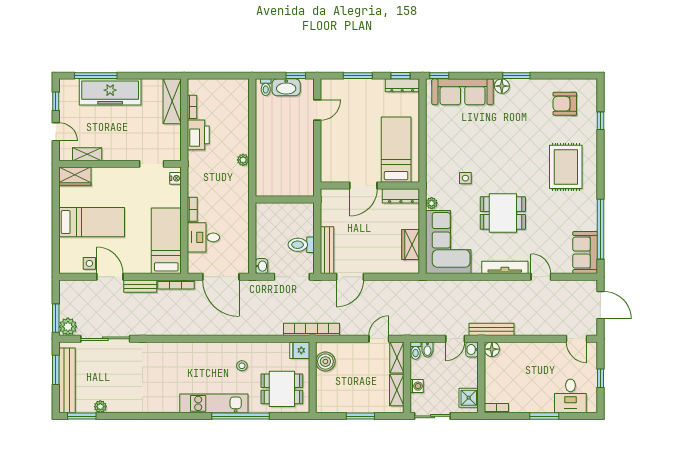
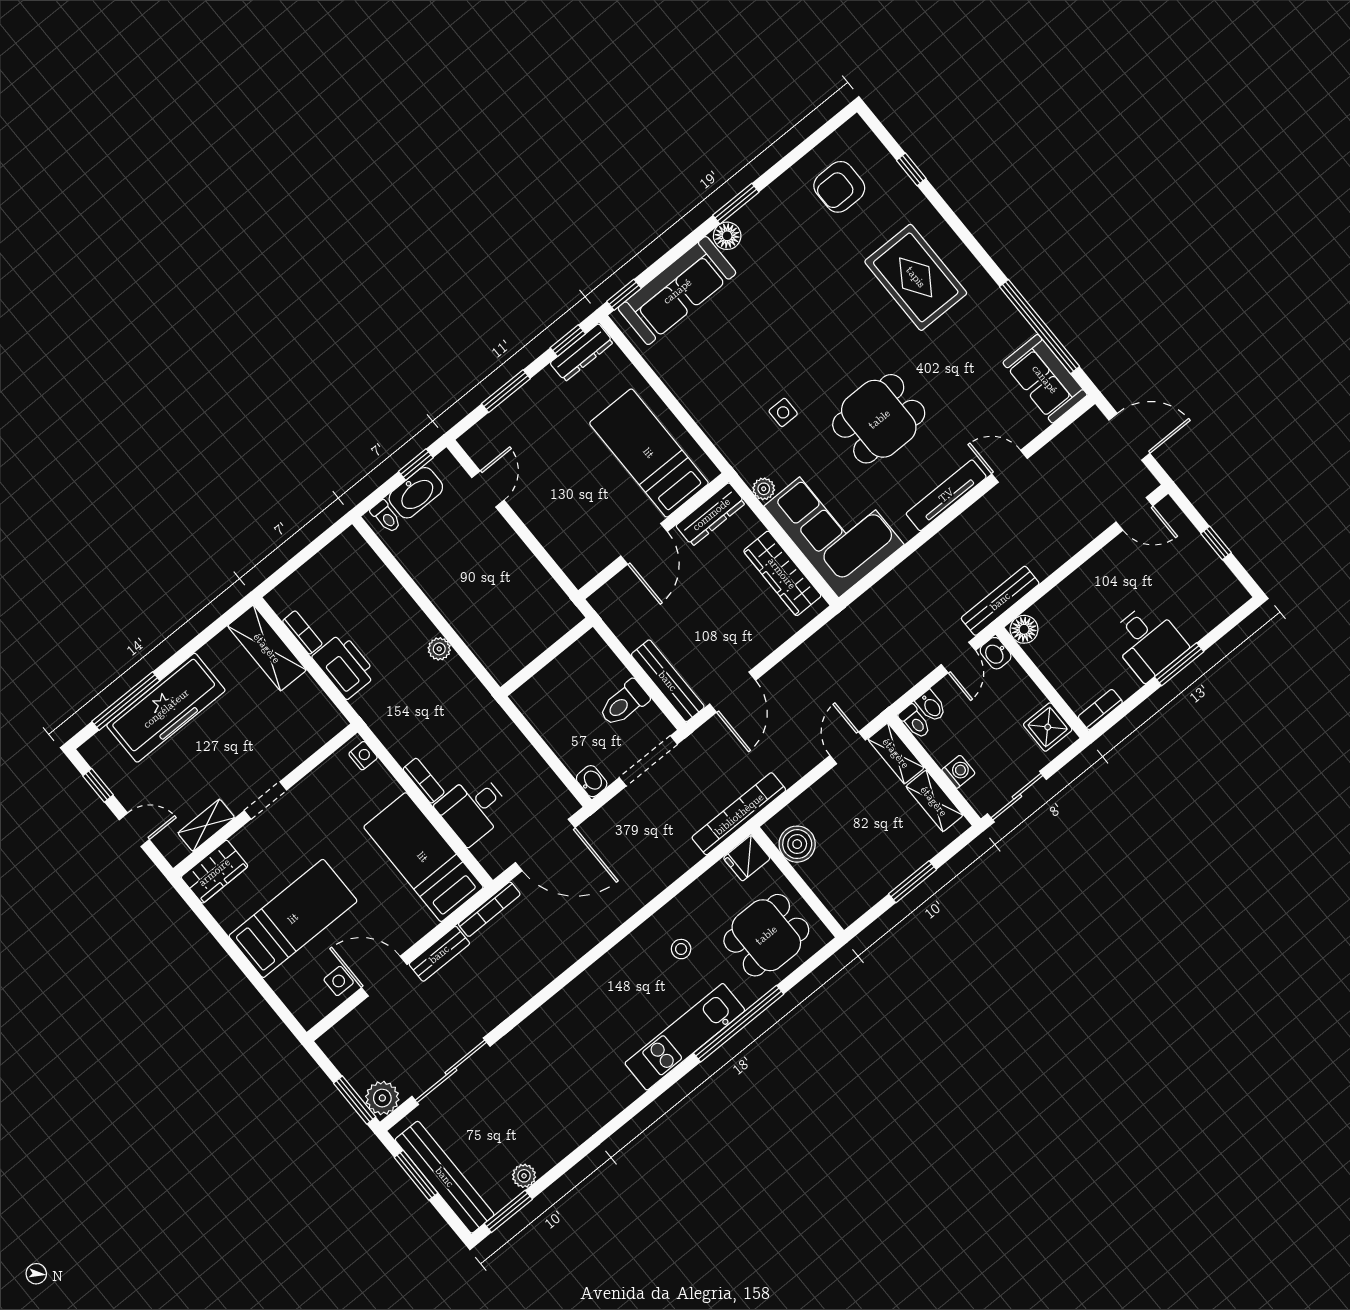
doorway: (152, 164) -> (265, 800), moved
wardrobe: (411, 244) -> (782, 573), width x1.50
desk: (570, 396) -> (1148, 641), moved

